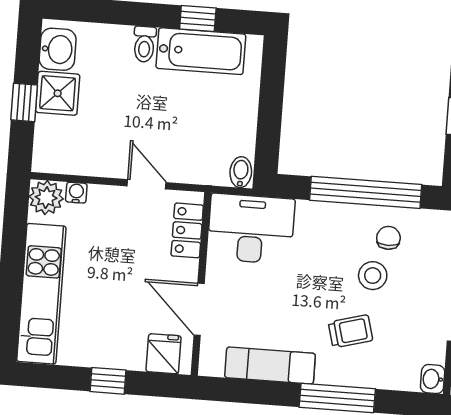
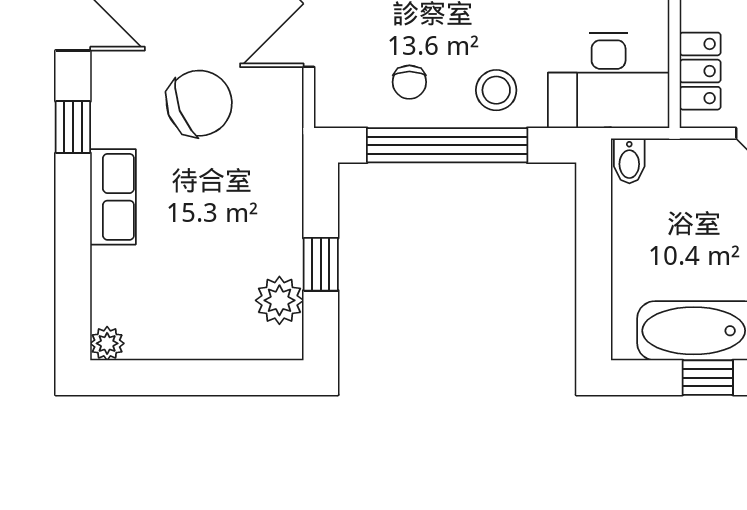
stool: (373, 276) -> (496, 90), moved

